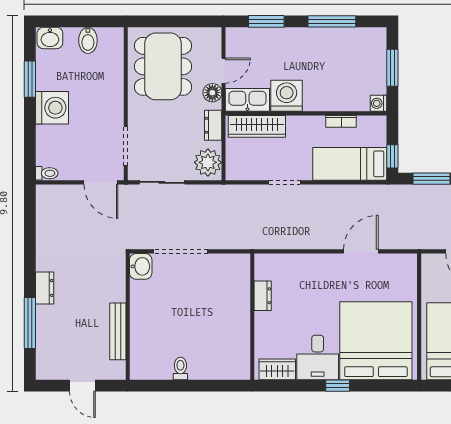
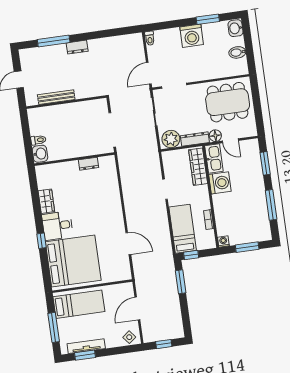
dresser: (213, 125) -> (195, 139), width x1.44
washbasin: (141, 266) -> (40, 154), moved, turned -90
dresser: (263, 296) -> (88, 164), moved
wall: (252, 317) -> (74, 159), moved

